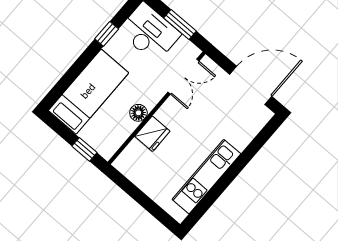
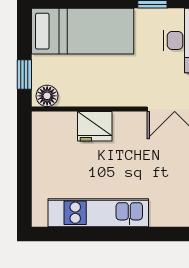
floor lamp: (138, 113) -> (47, 96), moved

